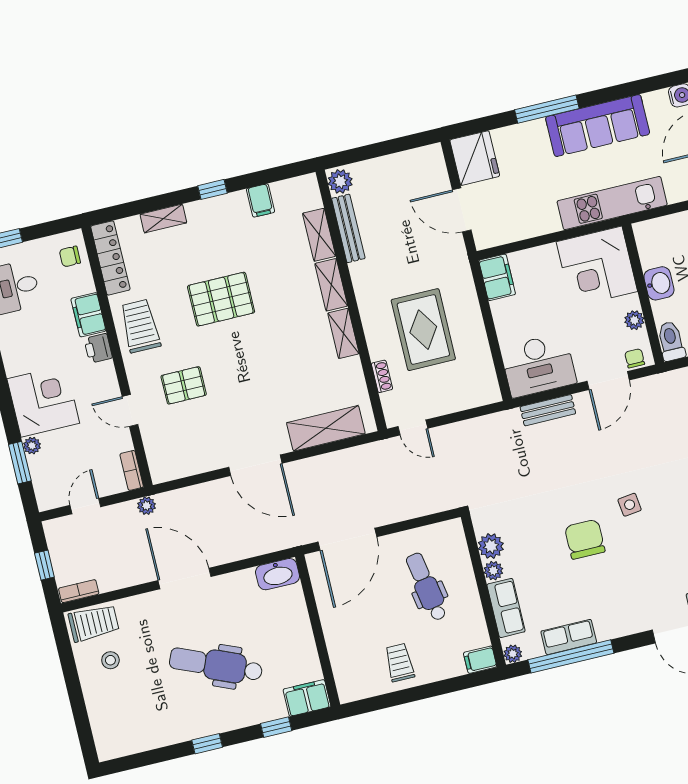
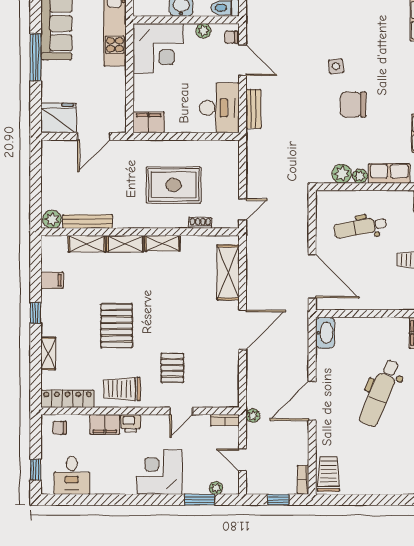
chair: (70, 256) -> (59, 428), turned 90
plant: (32, 446) -> (216, 488), moved
stool: (110, 660) -> (358, 468), removed

